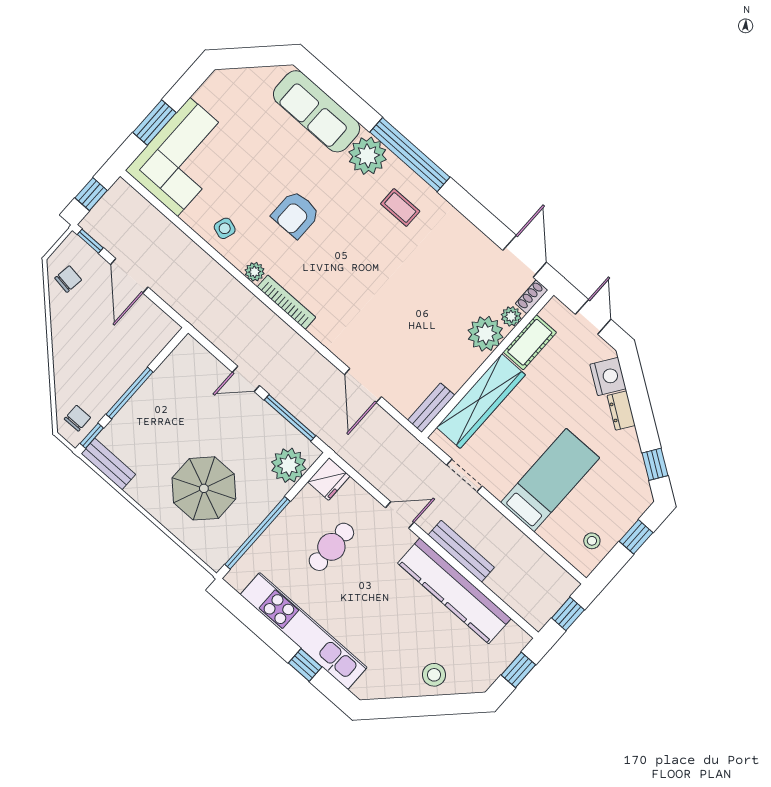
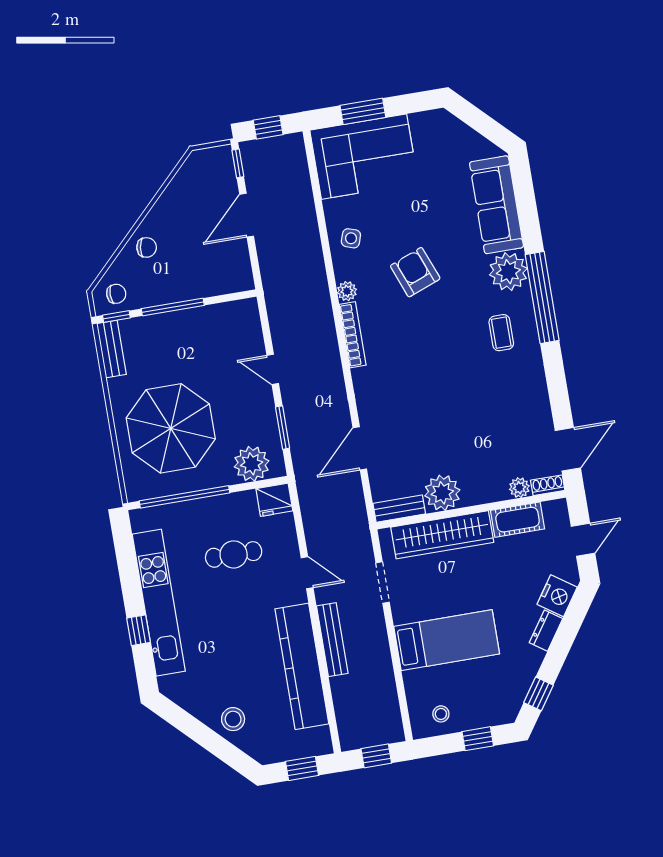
armchair: (296, 214) -> (415, 272), turned 69
chair: (68, 279) -> (147, 247), moved
plant: (485, 334) -> (442, 493), moved
window: (290, 418) -> (283, 428), width x0.69
parasol: (204, 488) -> (171, 428), width x1.36, depth x1.36

